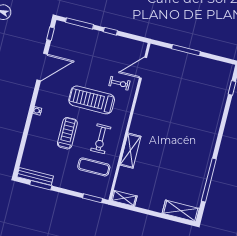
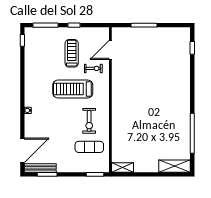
door: (42, 67) -> (22, 150), moved
treadmill: (67, 133) -> (72, 53), moved
shelving: (130, 151) -> (118, 125), removed

